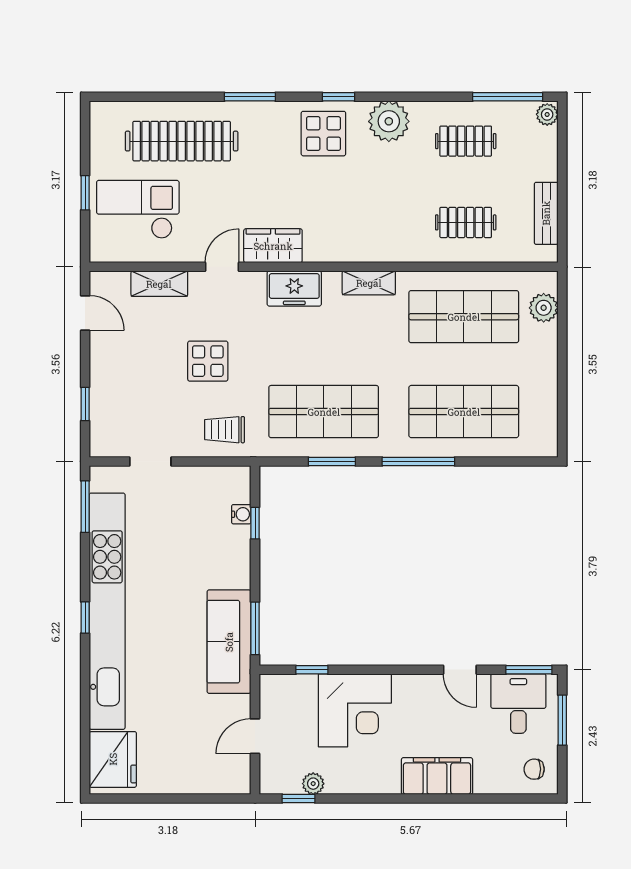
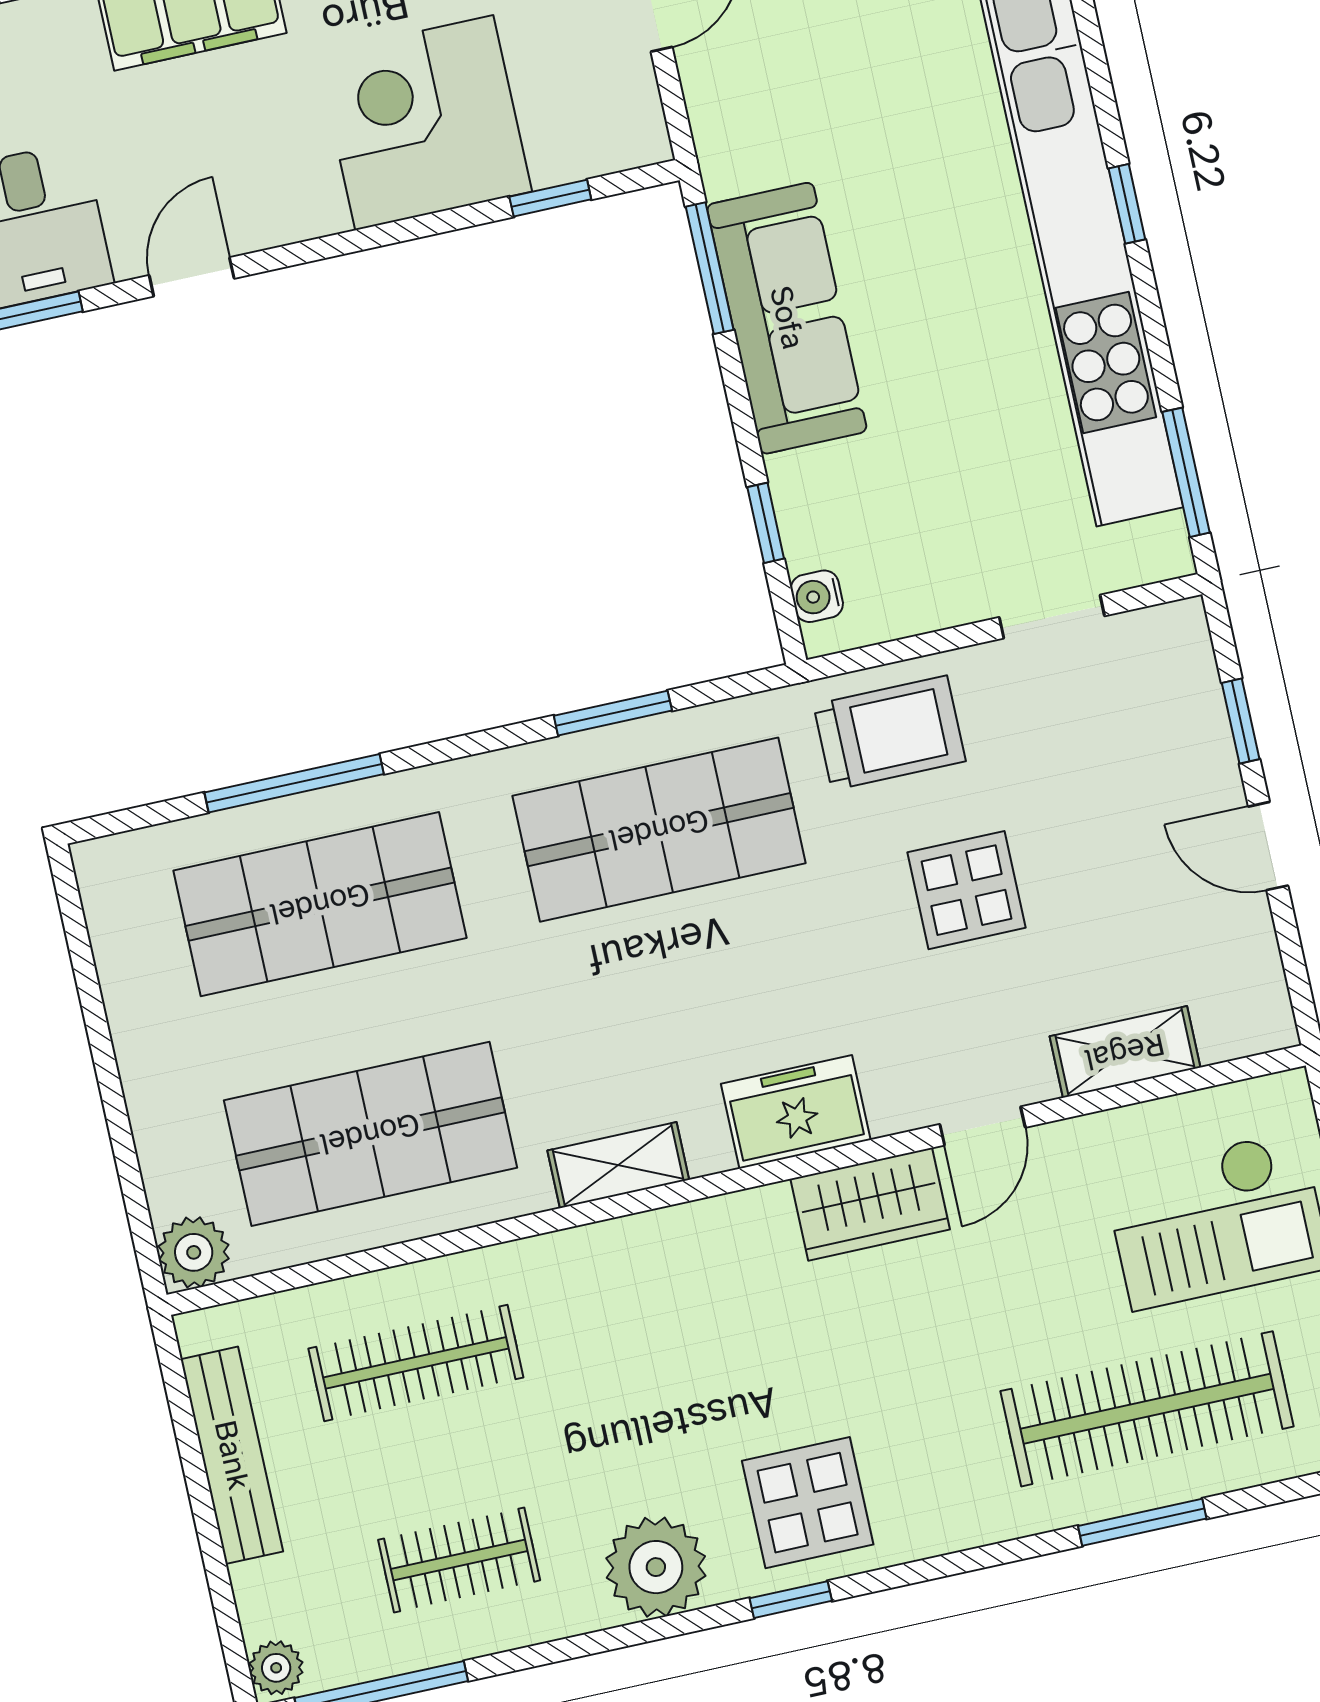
window: (250, 97) -> (1142, 1522), moved
bench: (546, 213) -> (232, 1455), width x1.36
clothes rail: (466, 222) -> (416, 1363), width x1.36
plant: (544, 308) -> (194, 1252), moved
door: (85, 313) -> (1268, 846), moved
trolley: (225, 430) -> (889, 733), width x1.36, depth x1.39
window: (418, 461) -> (294, 783), moved
water cooler: (241, 514) -> (817, 596), moved
sofa: (229, 642) -> (787, 318), moved
door: (460, 670) -> (192, 277), hinge flipped

